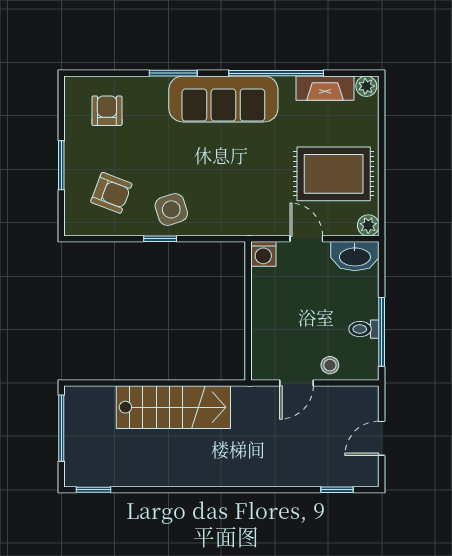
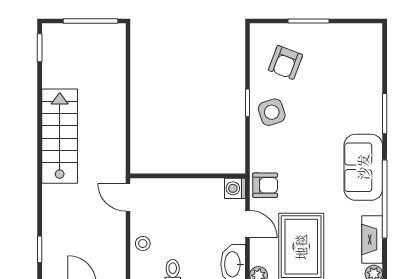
sofa: (223, 99) -> (363, 167), width x0.73
armchair: (107, 111) -> (265, 185), moved
door: (306, 239) -> (247, 224), hinge flipped
door: (296, 383) -> (128, 197), moved
stairs: (173, 407) -> (60, 136), moved, turned 180

